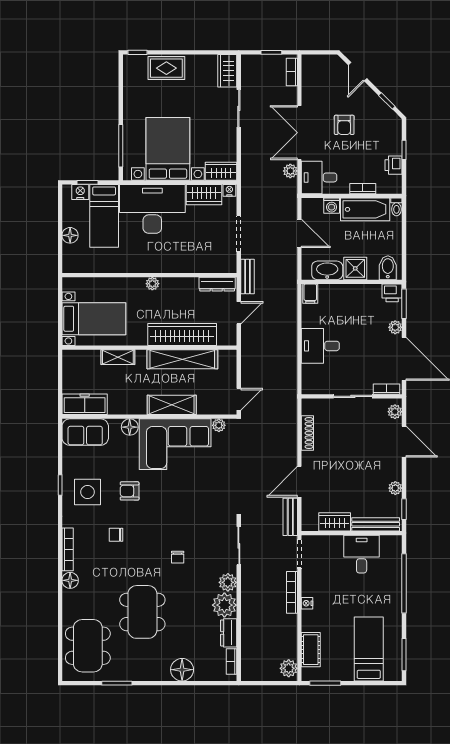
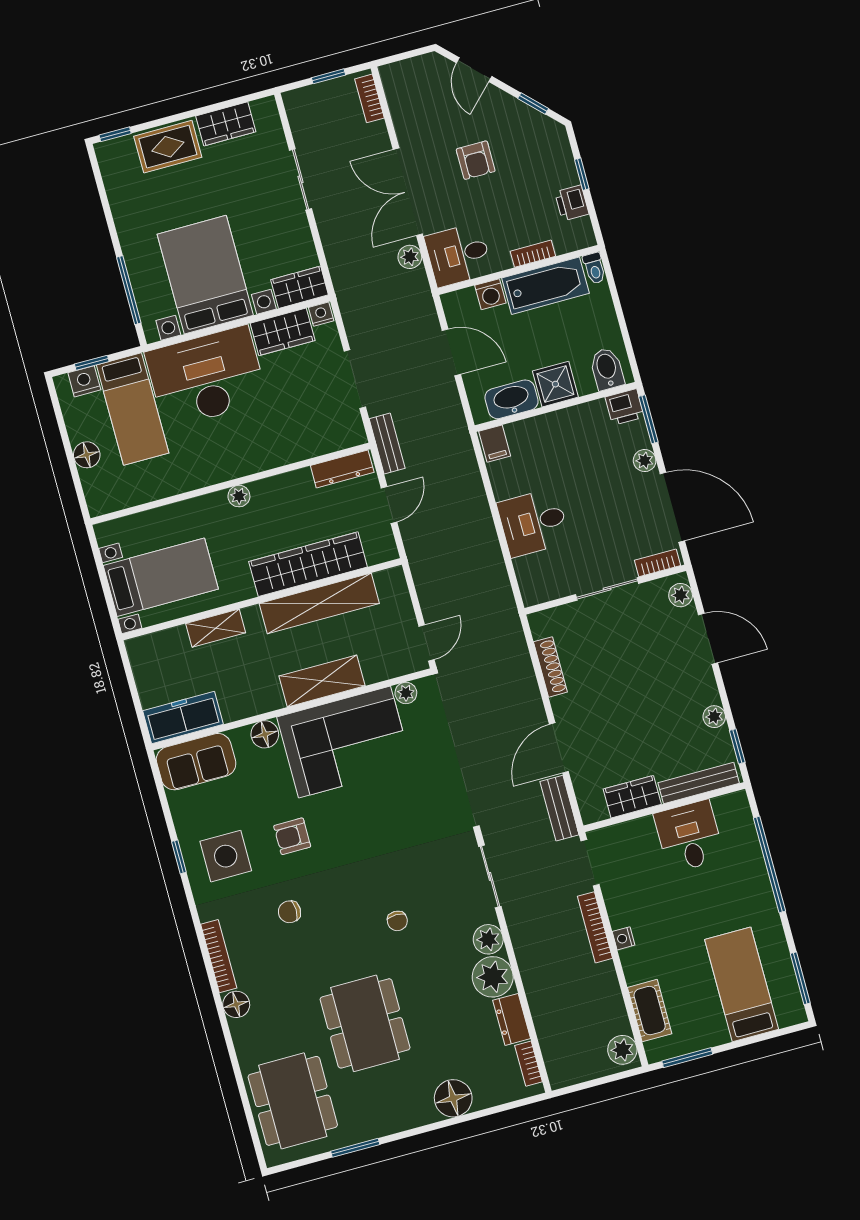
wardrobe: (227, 71) -> (226, 124), moved, turned -90

